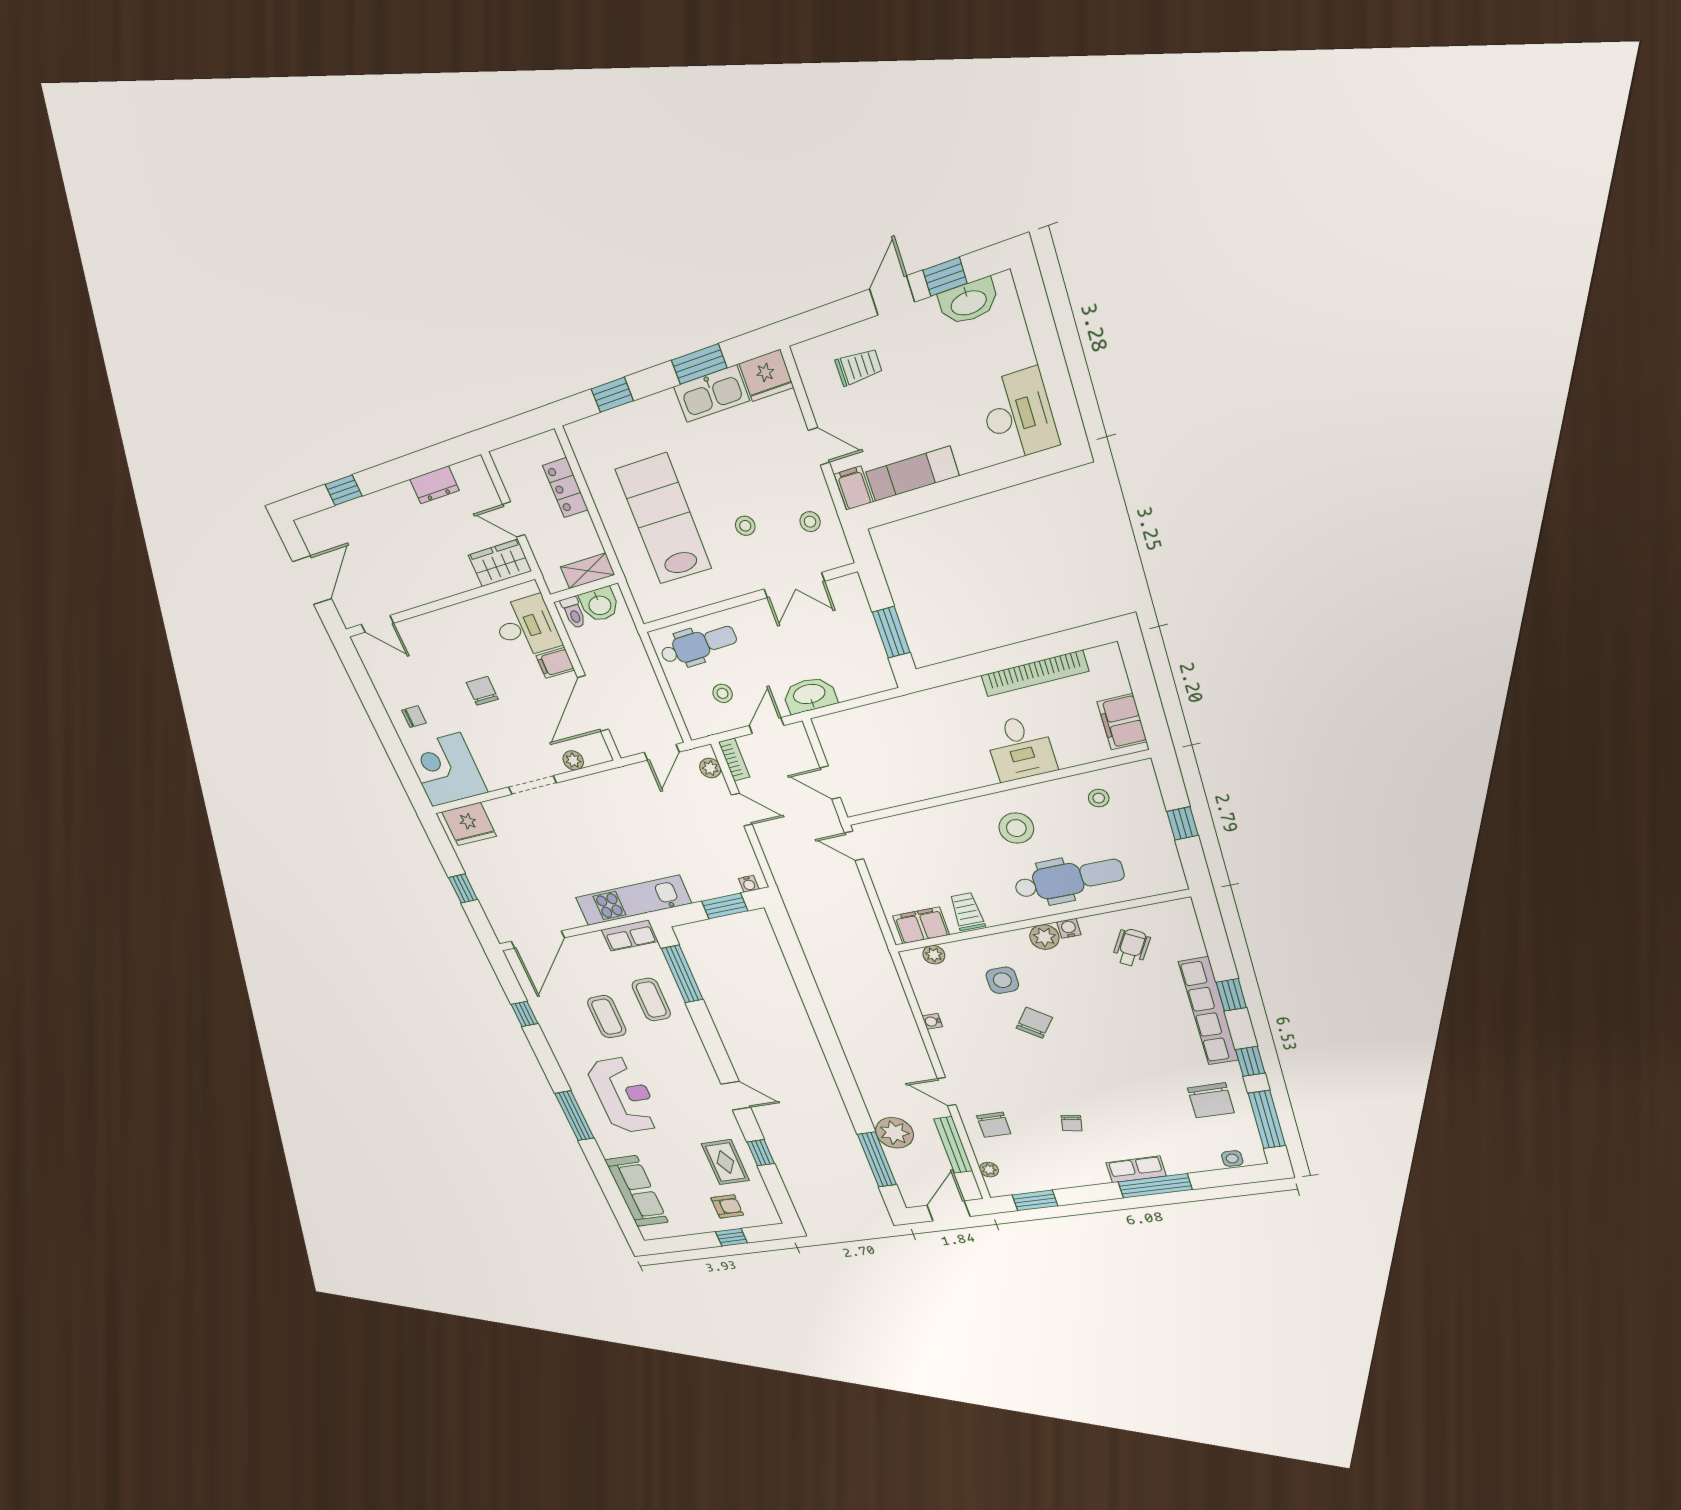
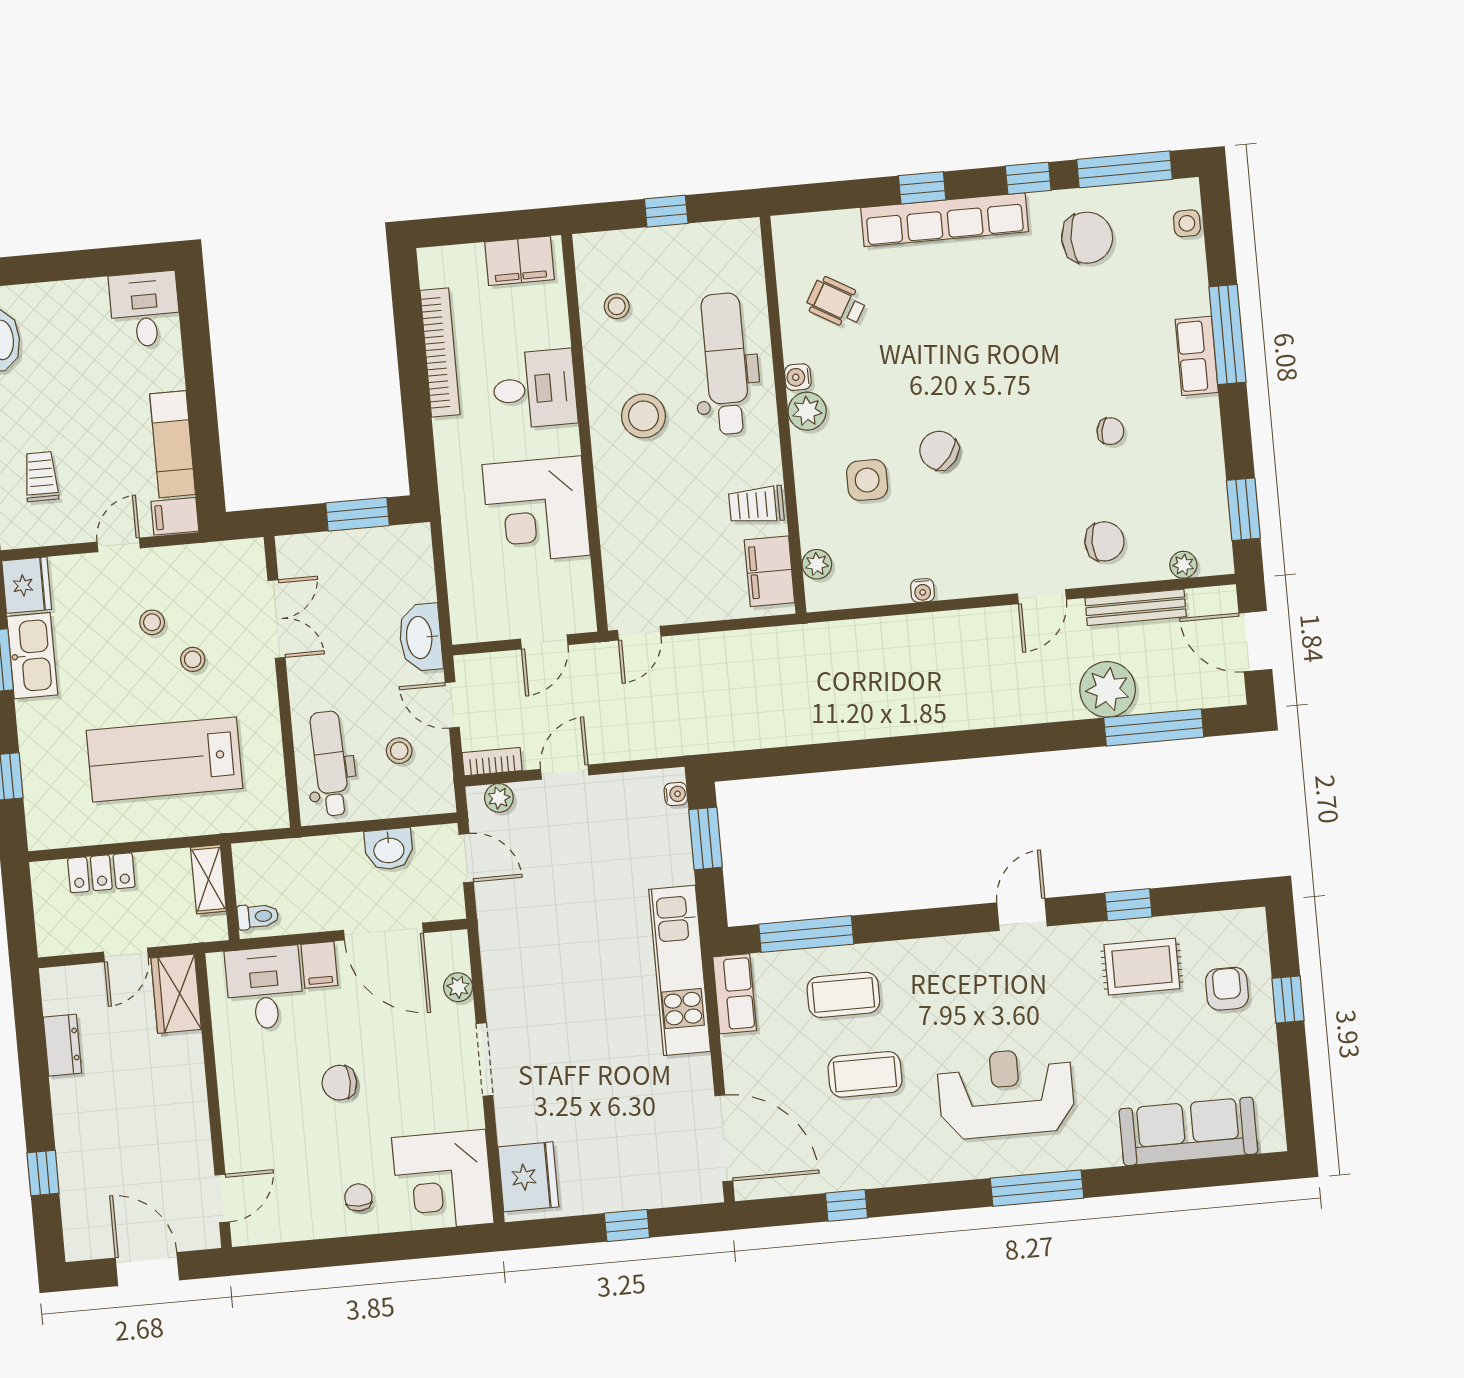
desk: (1019, 415) -> (145, 309), width x0.73
stool: (810, 522) -> (152, 622), moved
washbasin: (600, 604) -> (389, 849), moved, turned 90
corner desk: (927, 763) -> (536, 510), added

